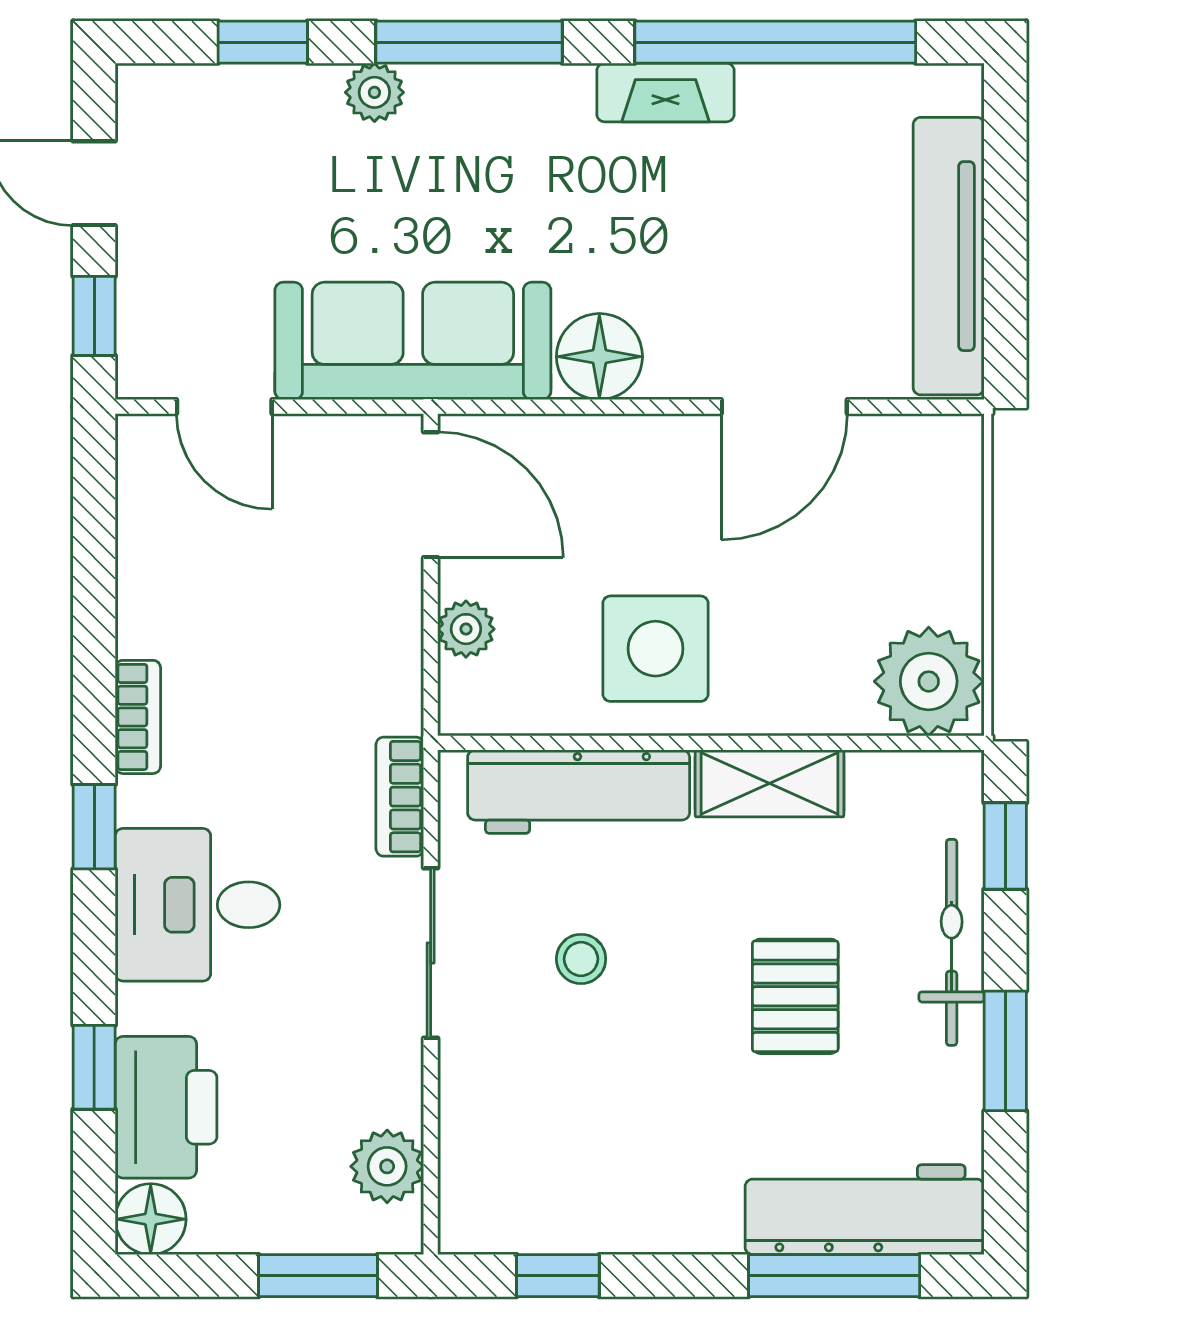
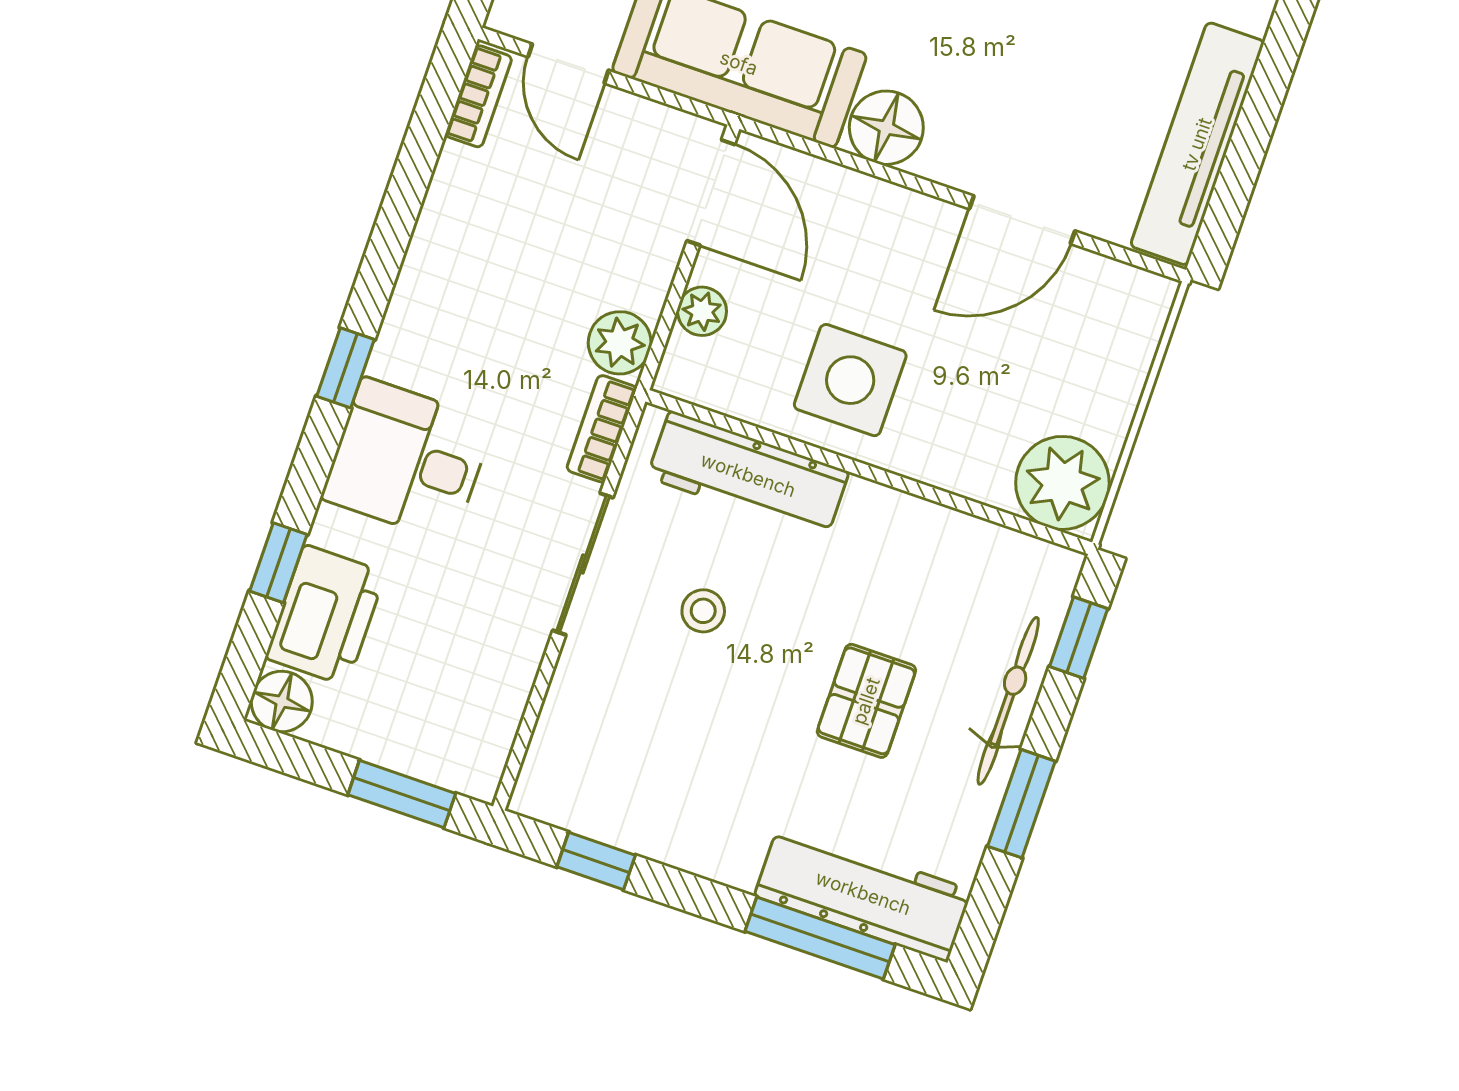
bookcase: (138, 717) -> (479, 96), moved
shelving: (770, 783) -> (905, 521), removed
plant: (387, 1166) -> (620, 343), moved

